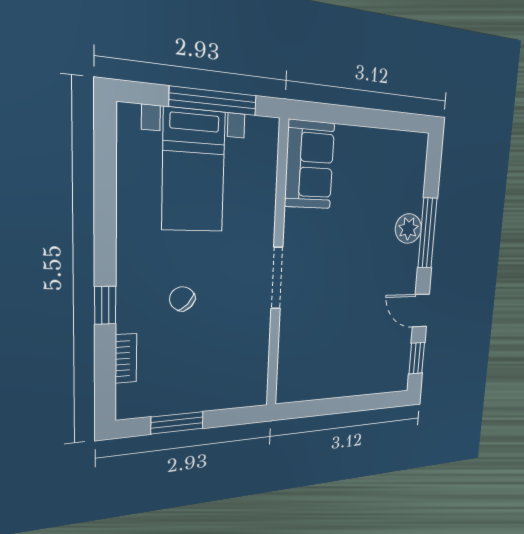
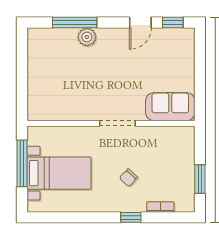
sofa: (310, 165) -> (170, 107), moved
window: (427, 233) -> (75, 23), moved

